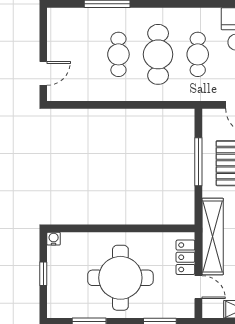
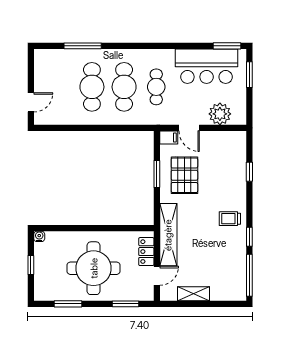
cafe table: (118, 54) -> (92, 87), width x1.37, depth x1.35
filing cabinet: (213, 117) -> (169, 138), added
window: (198, 162) -> (157, 174), width x0.69
door: (198, 287) -> (157, 276), hinge flipped

